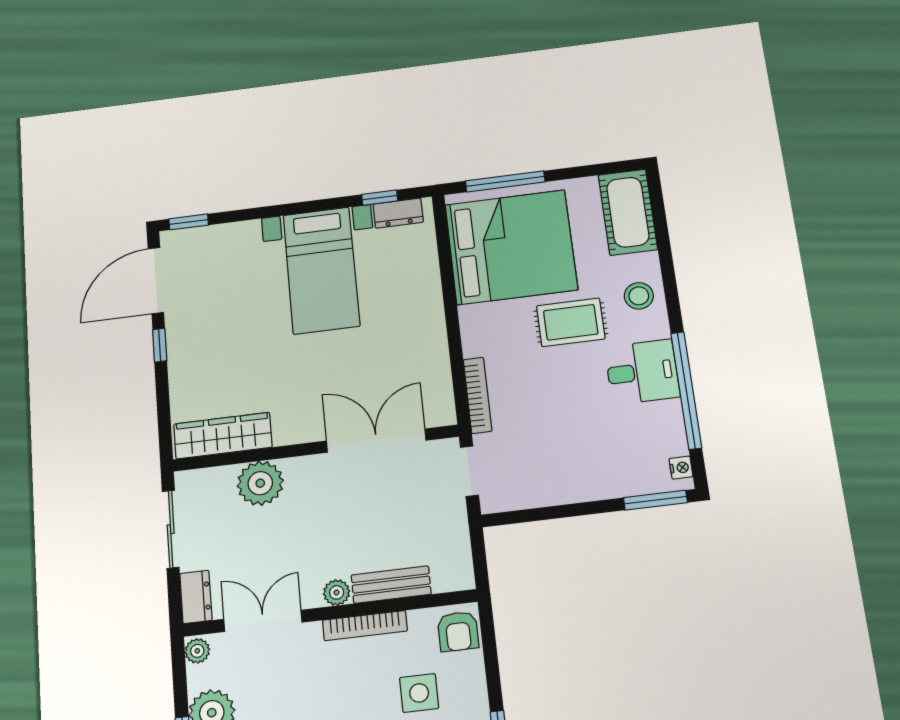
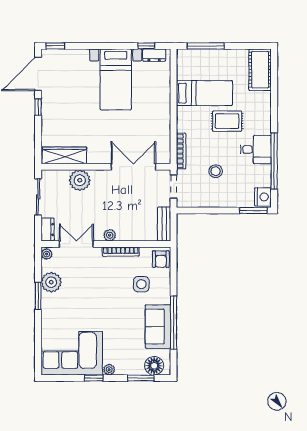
bed: (511, 247) -> (204, 93), width x0.49
stool: (639, 296) -> (216, 171), moved
nightstand: (681, 468) -> (263, 197), width x1.89, depth x1.79
bench: (391, 585) -> (164, 224), moved, turned 90

